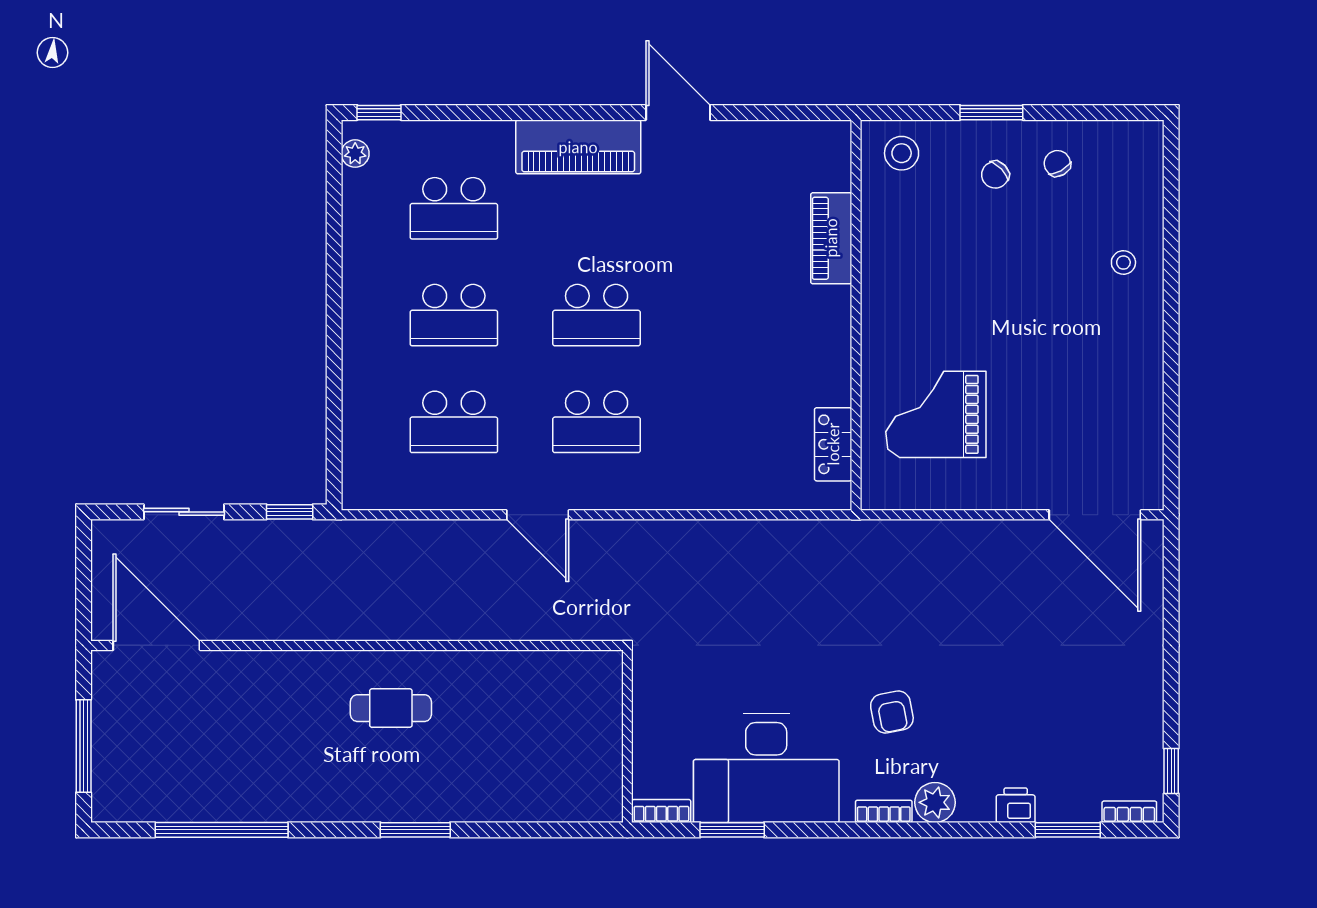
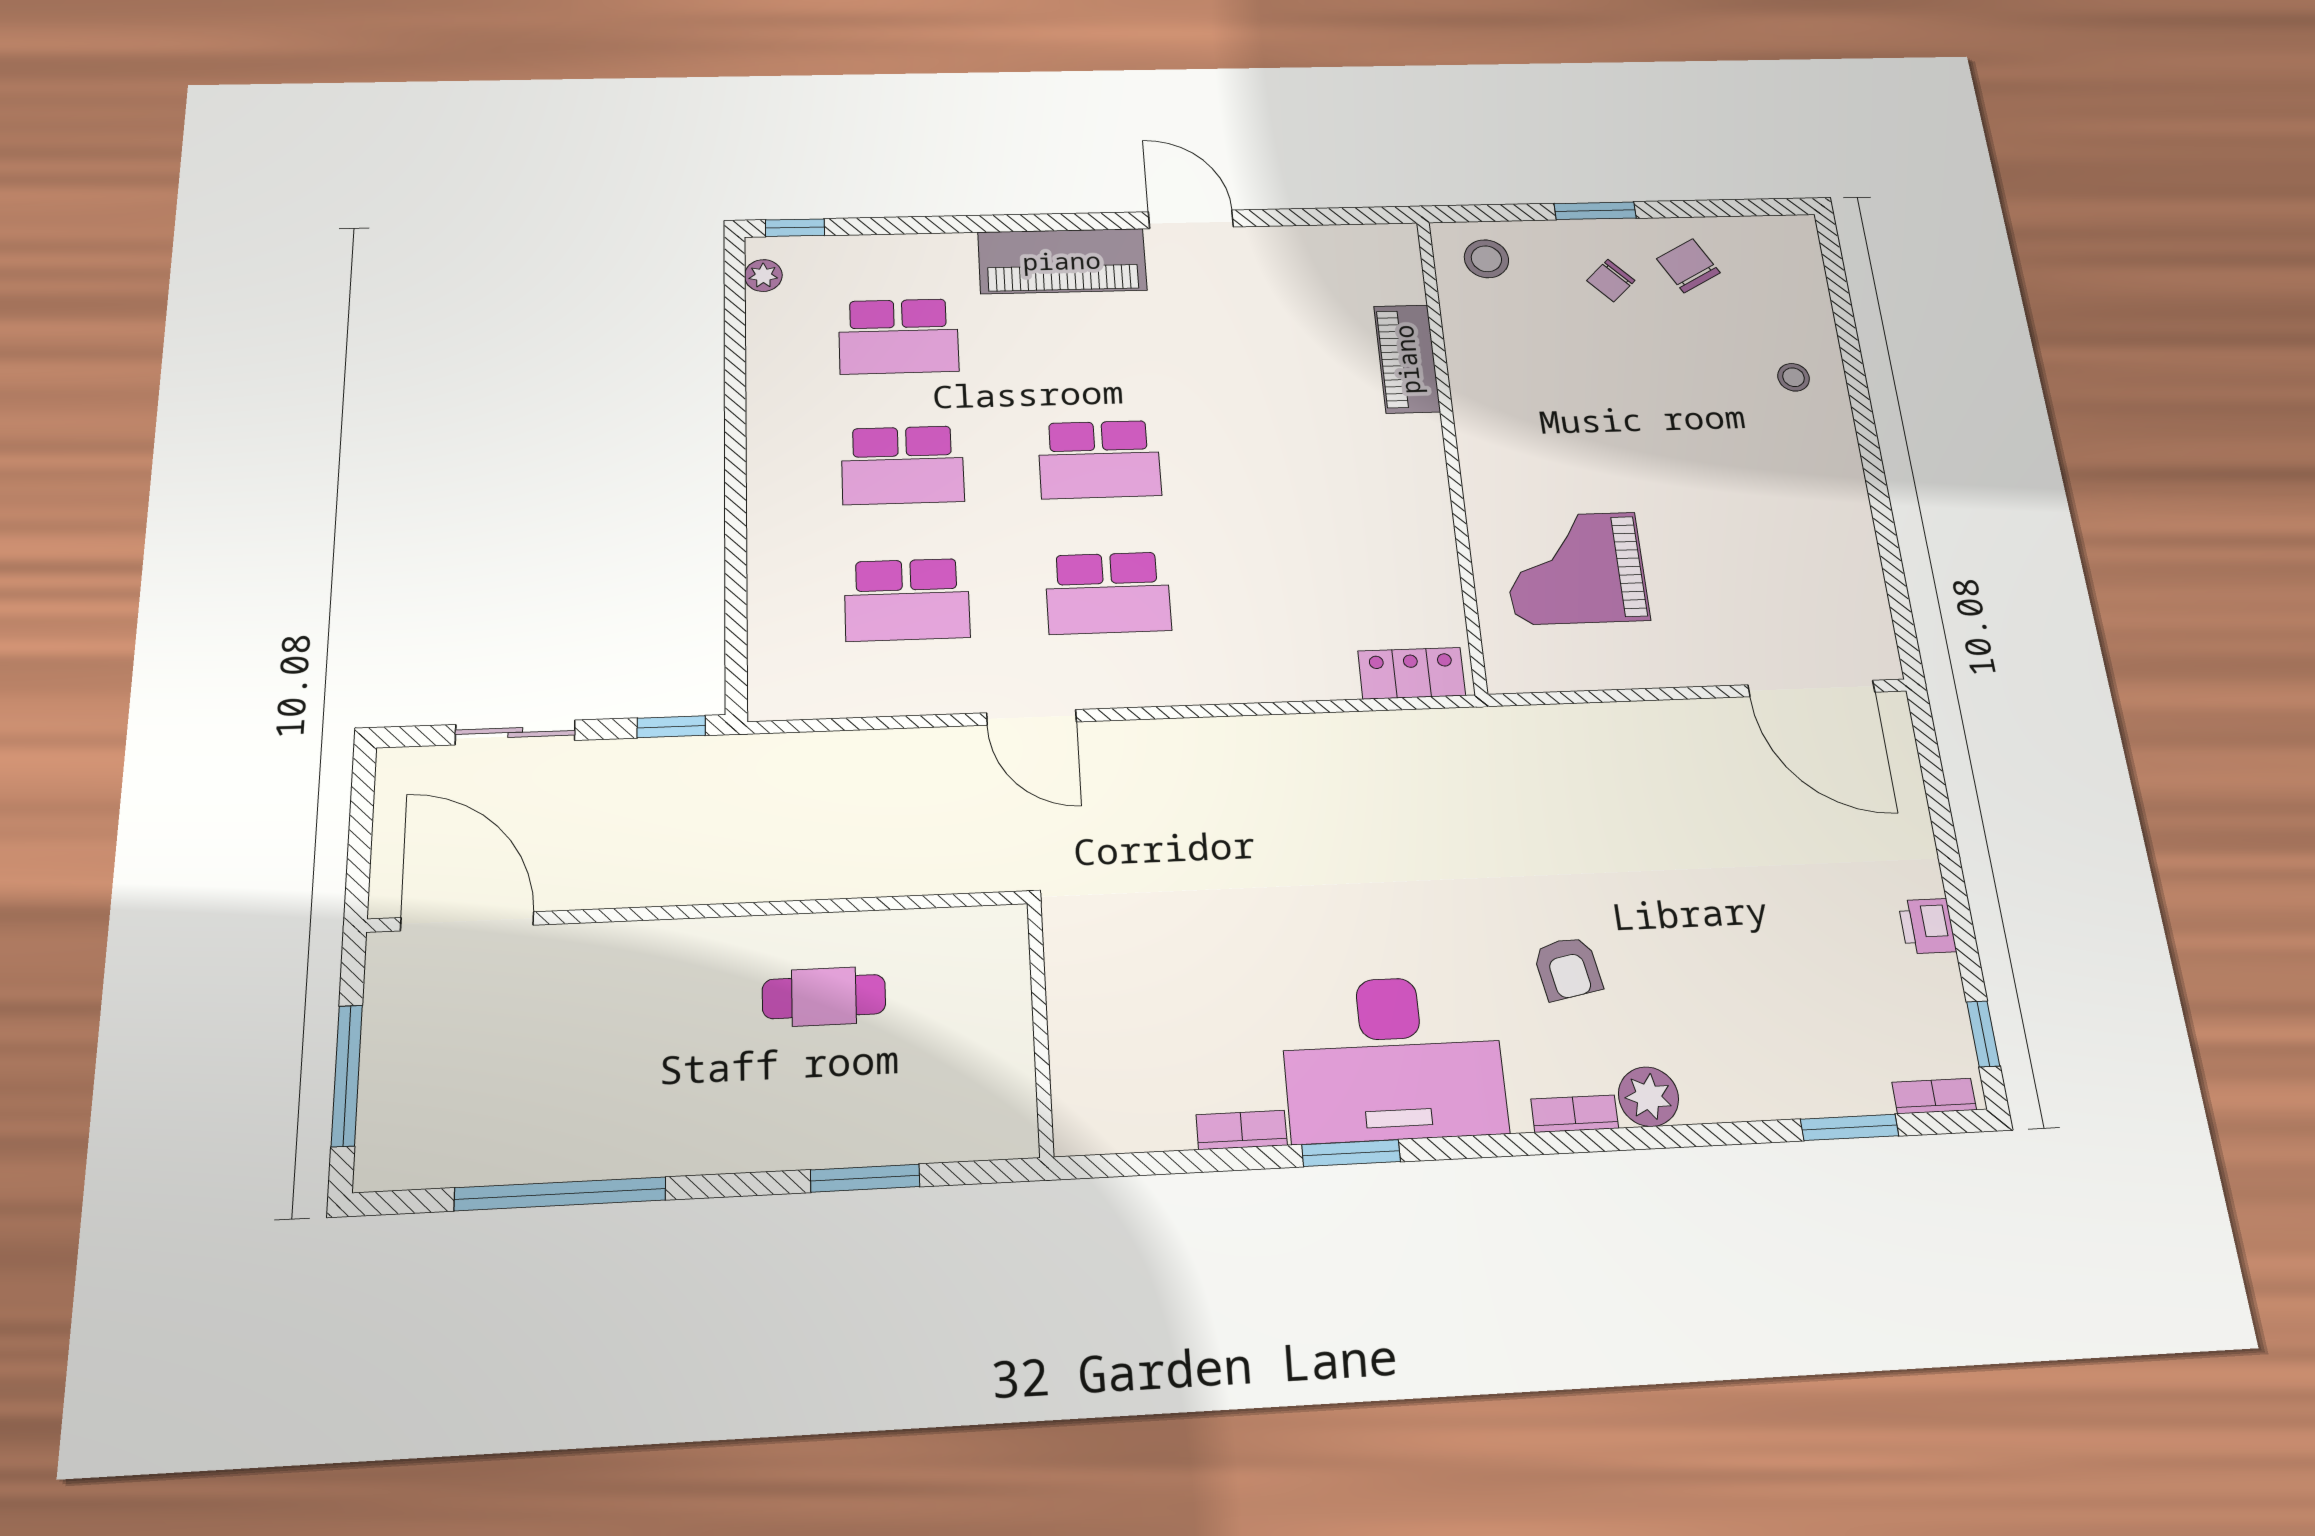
chair: (1057, 163) -> (1688, 266), width x1.37, depth x1.37
locker: (833, 444) -> (1412, 673), moved, turned 90
wall: (627, 736) -> (1040, 1028), moved
printer: (1016, 805) -> (1927, 926), moved, turned -90

